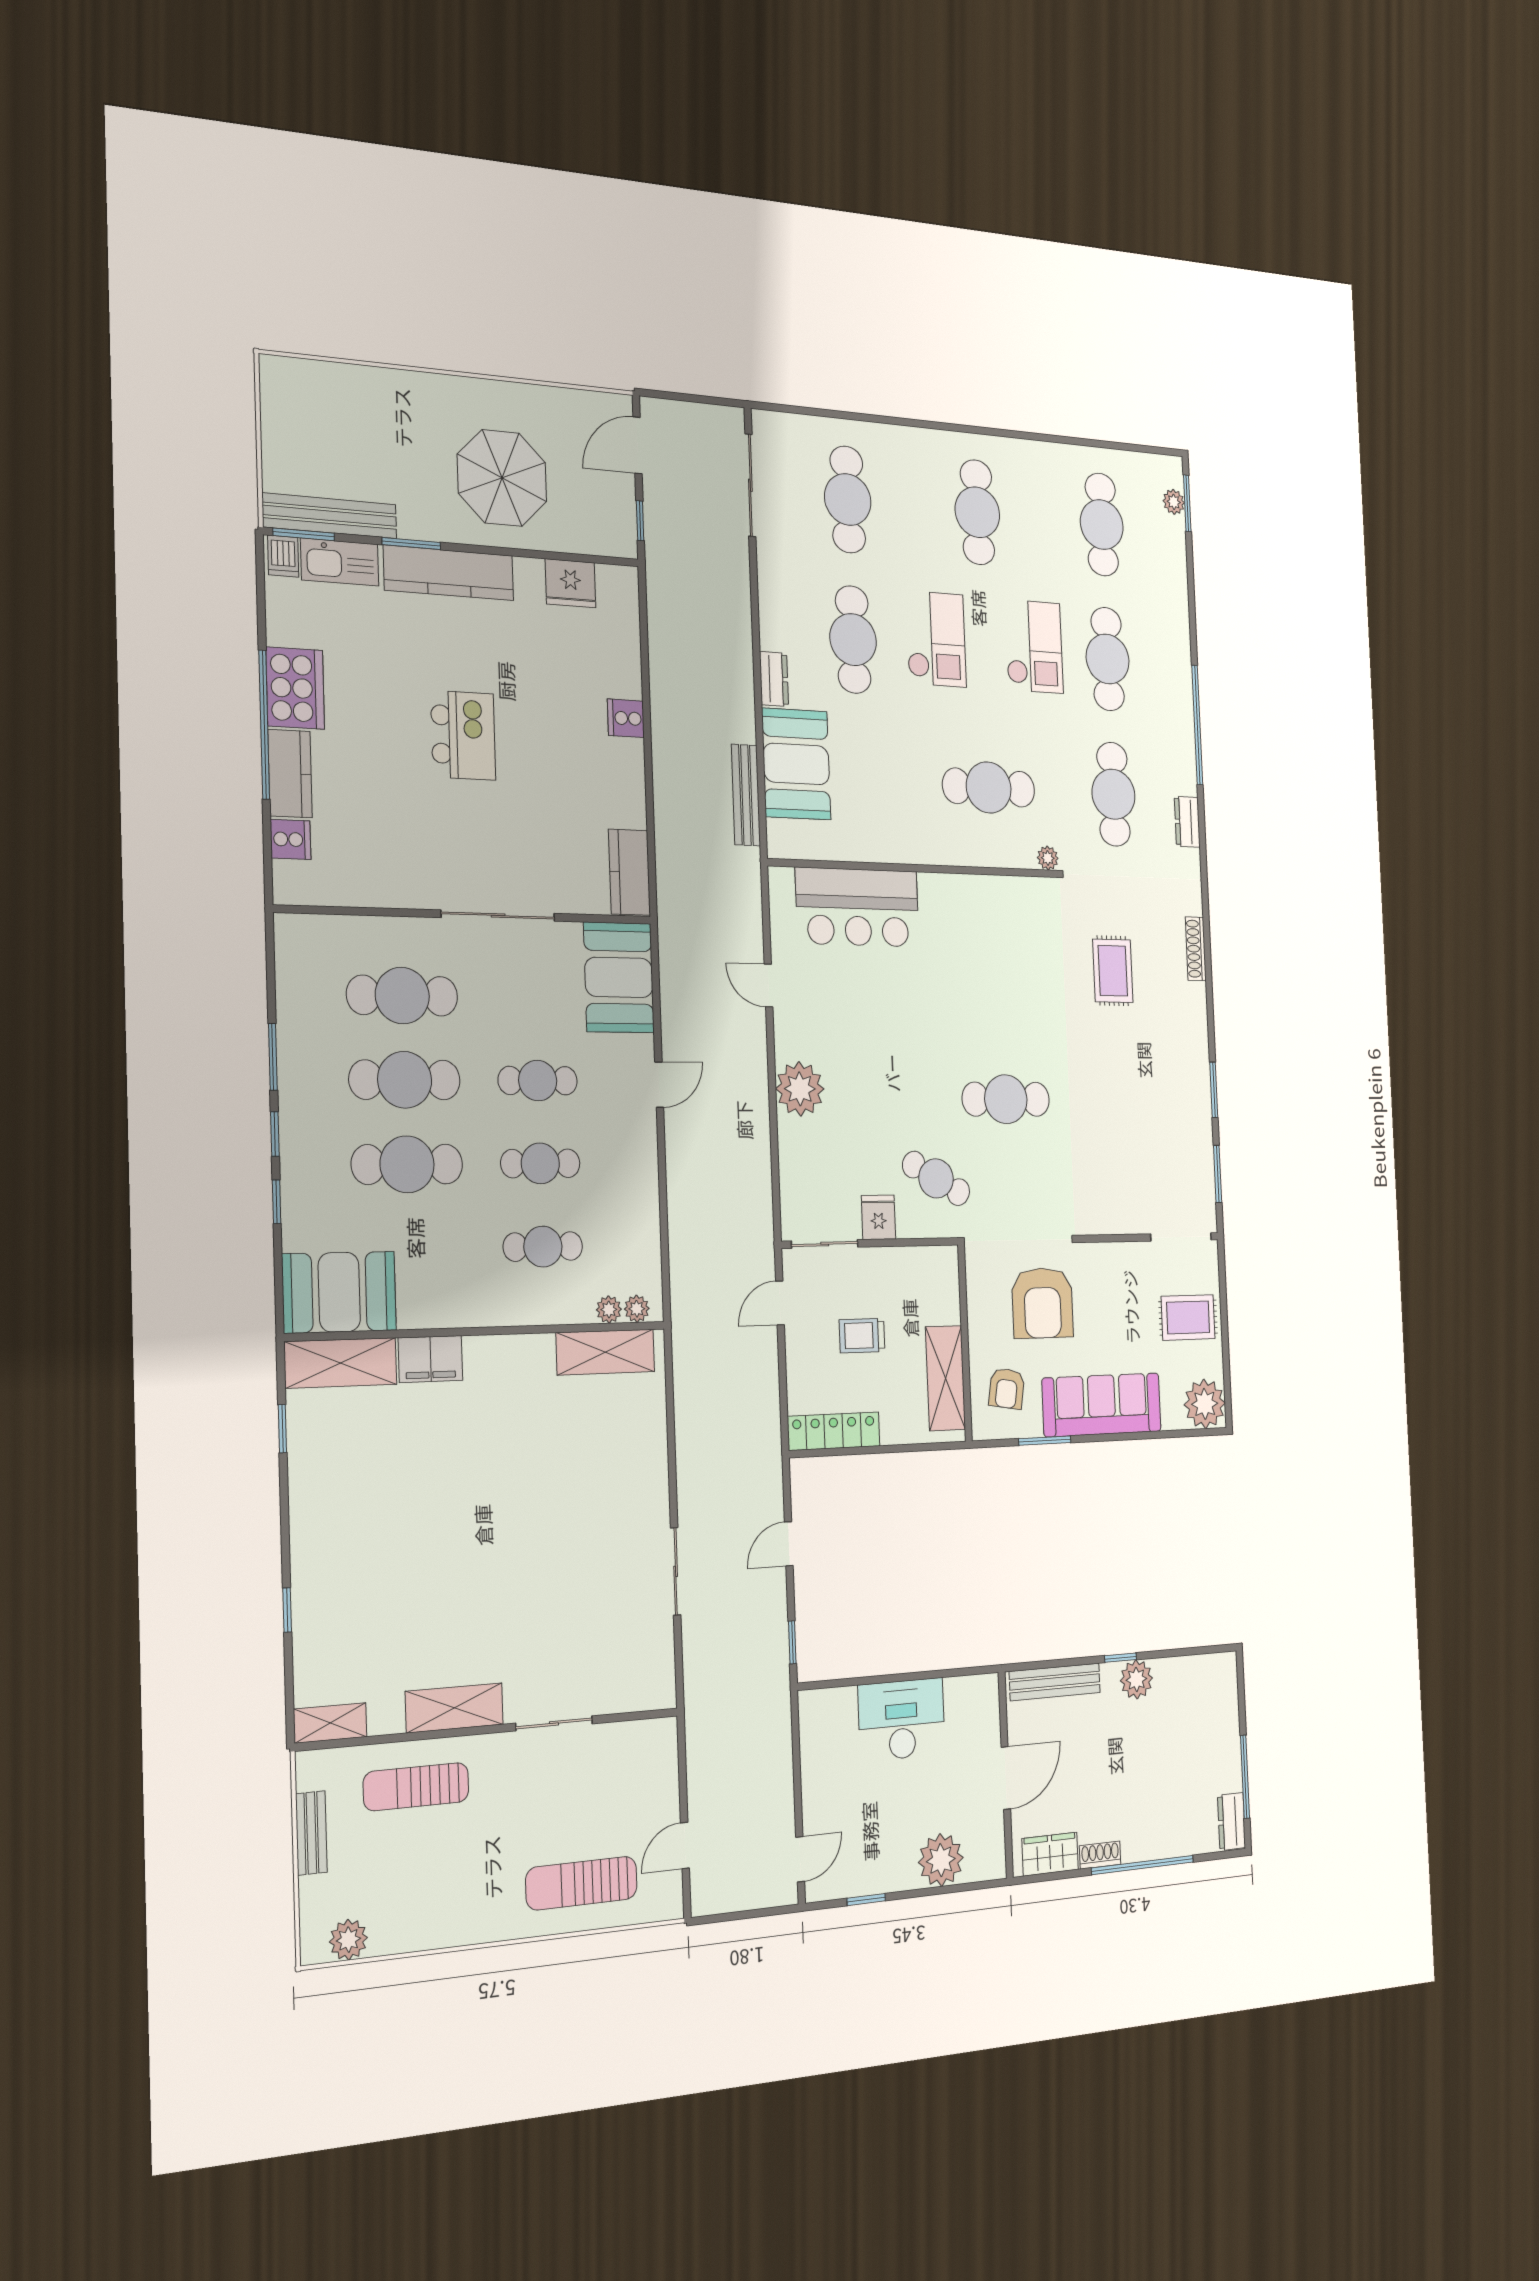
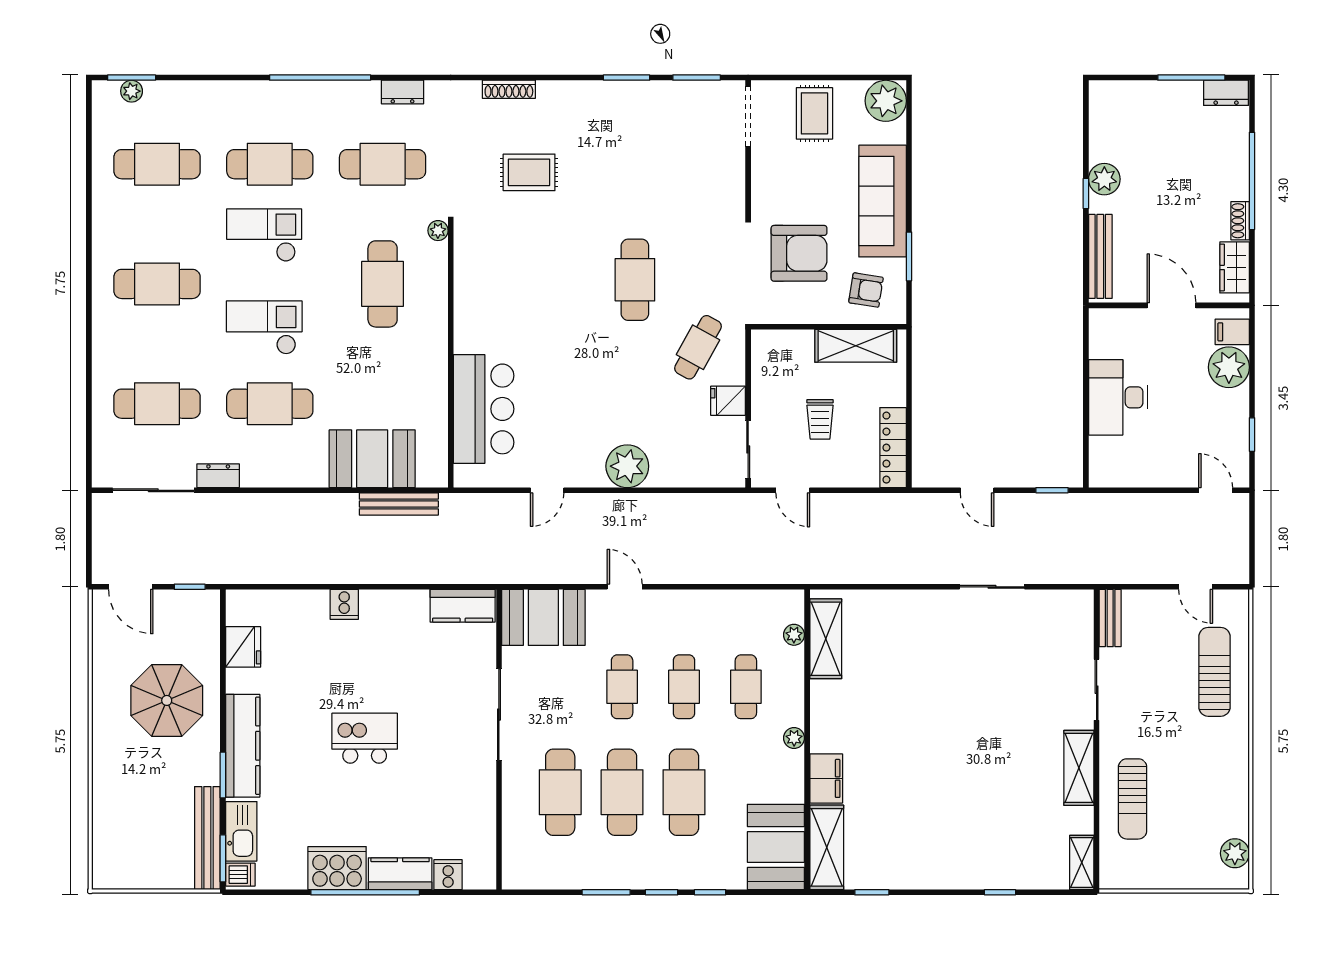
dresser: (774, 679) -> (218, 476), moved
plant: (637, 1309) -> (794, 738), moved
bench: (311, 1833) -> (1110, 618), moved, turned 90
filing cabinet: (980, 1860) -> (1232, 332), added
sun lounger: (582, 1883) -> (1214, 672), turned 180

